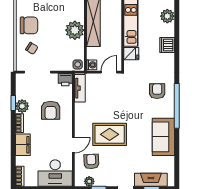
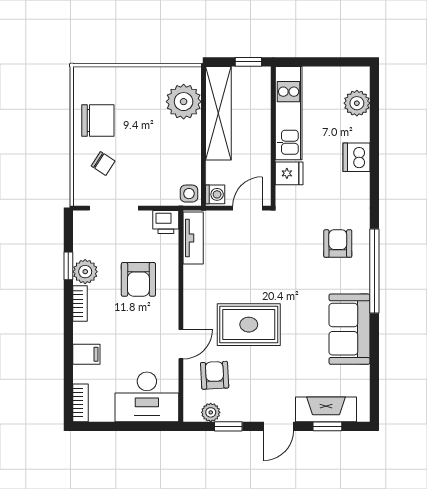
plant: (75, 30) -> (184, 102), moved
filing cabinet: (23, 145) -> (86, 354), width x0.50

